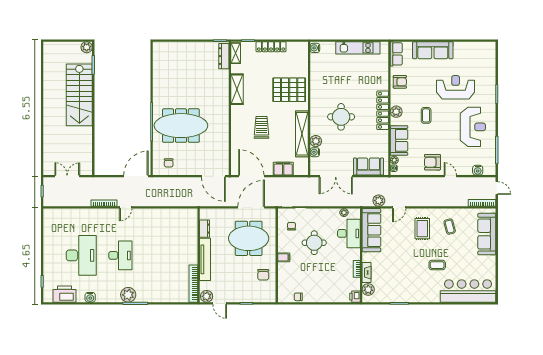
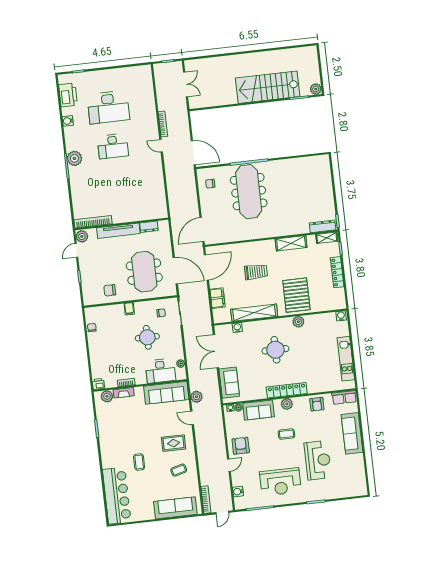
plant: (316, 141) -> (298, 322), moved

